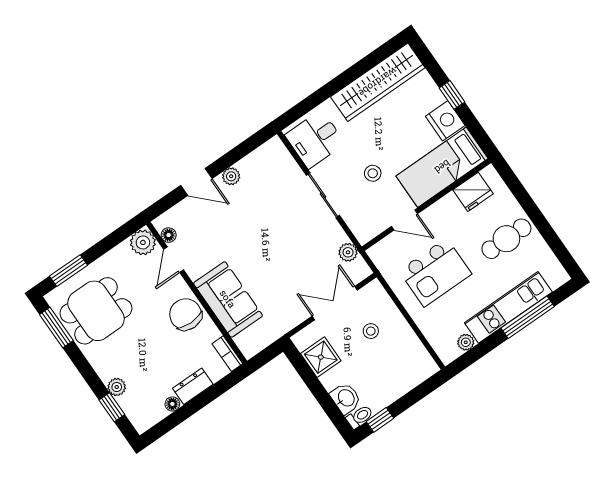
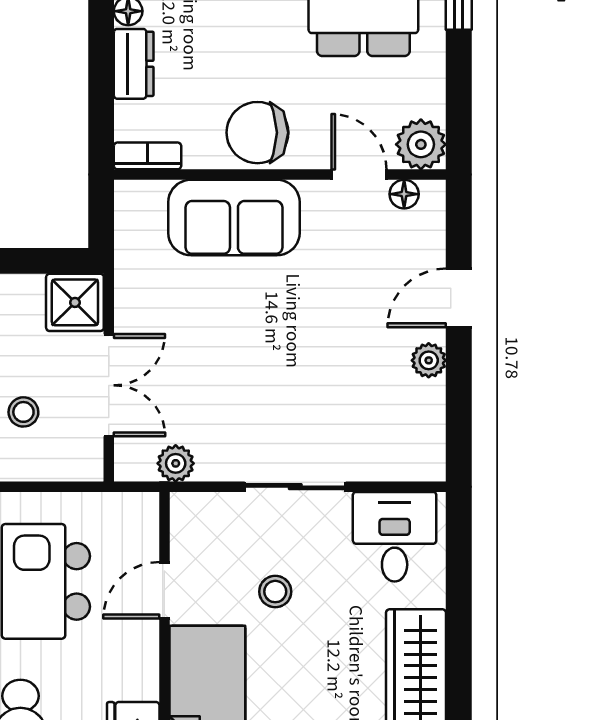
chair: (186, 314) -> (257, 133), turned 180
shower: (321, 357) -> (75, 302), moved

